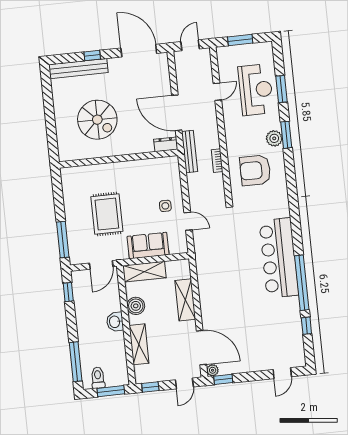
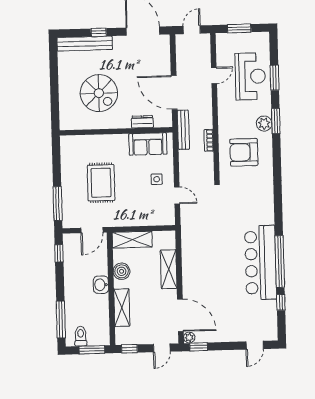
dresser: (166, 144) -> (142, 122), moved
sofa: (148, 246) -> (148, 144), moved, turned 180
bar counter: (279, 258) -> (261, 262), moved

